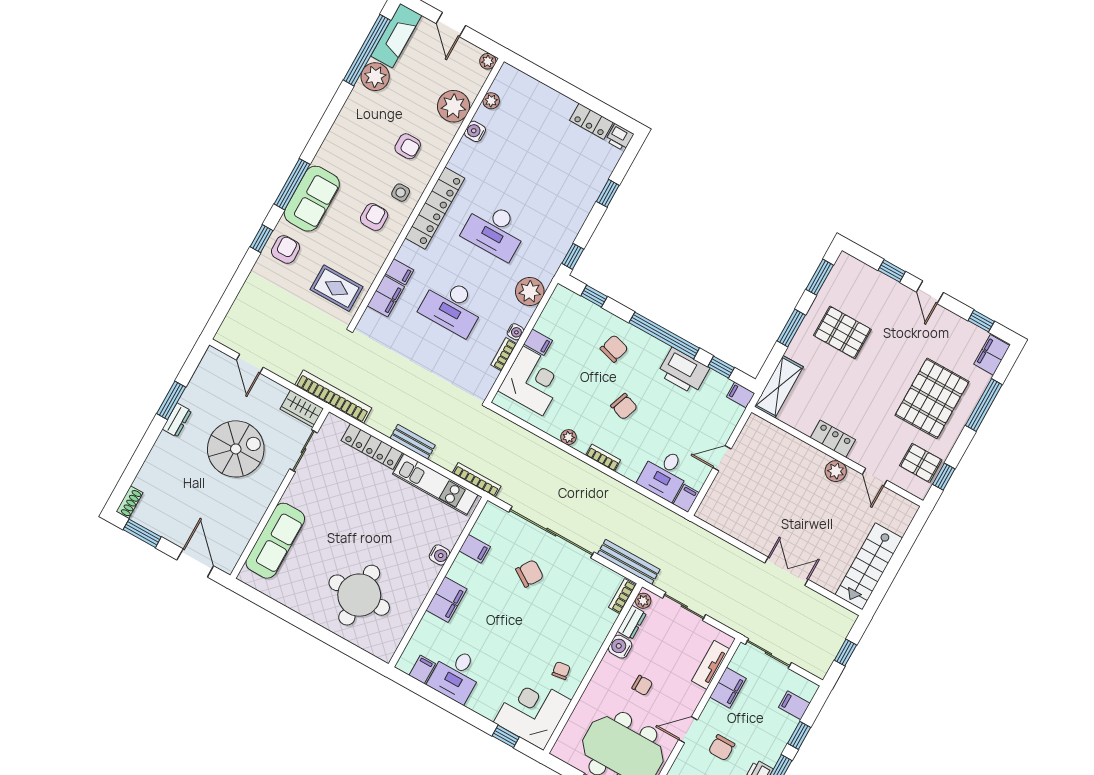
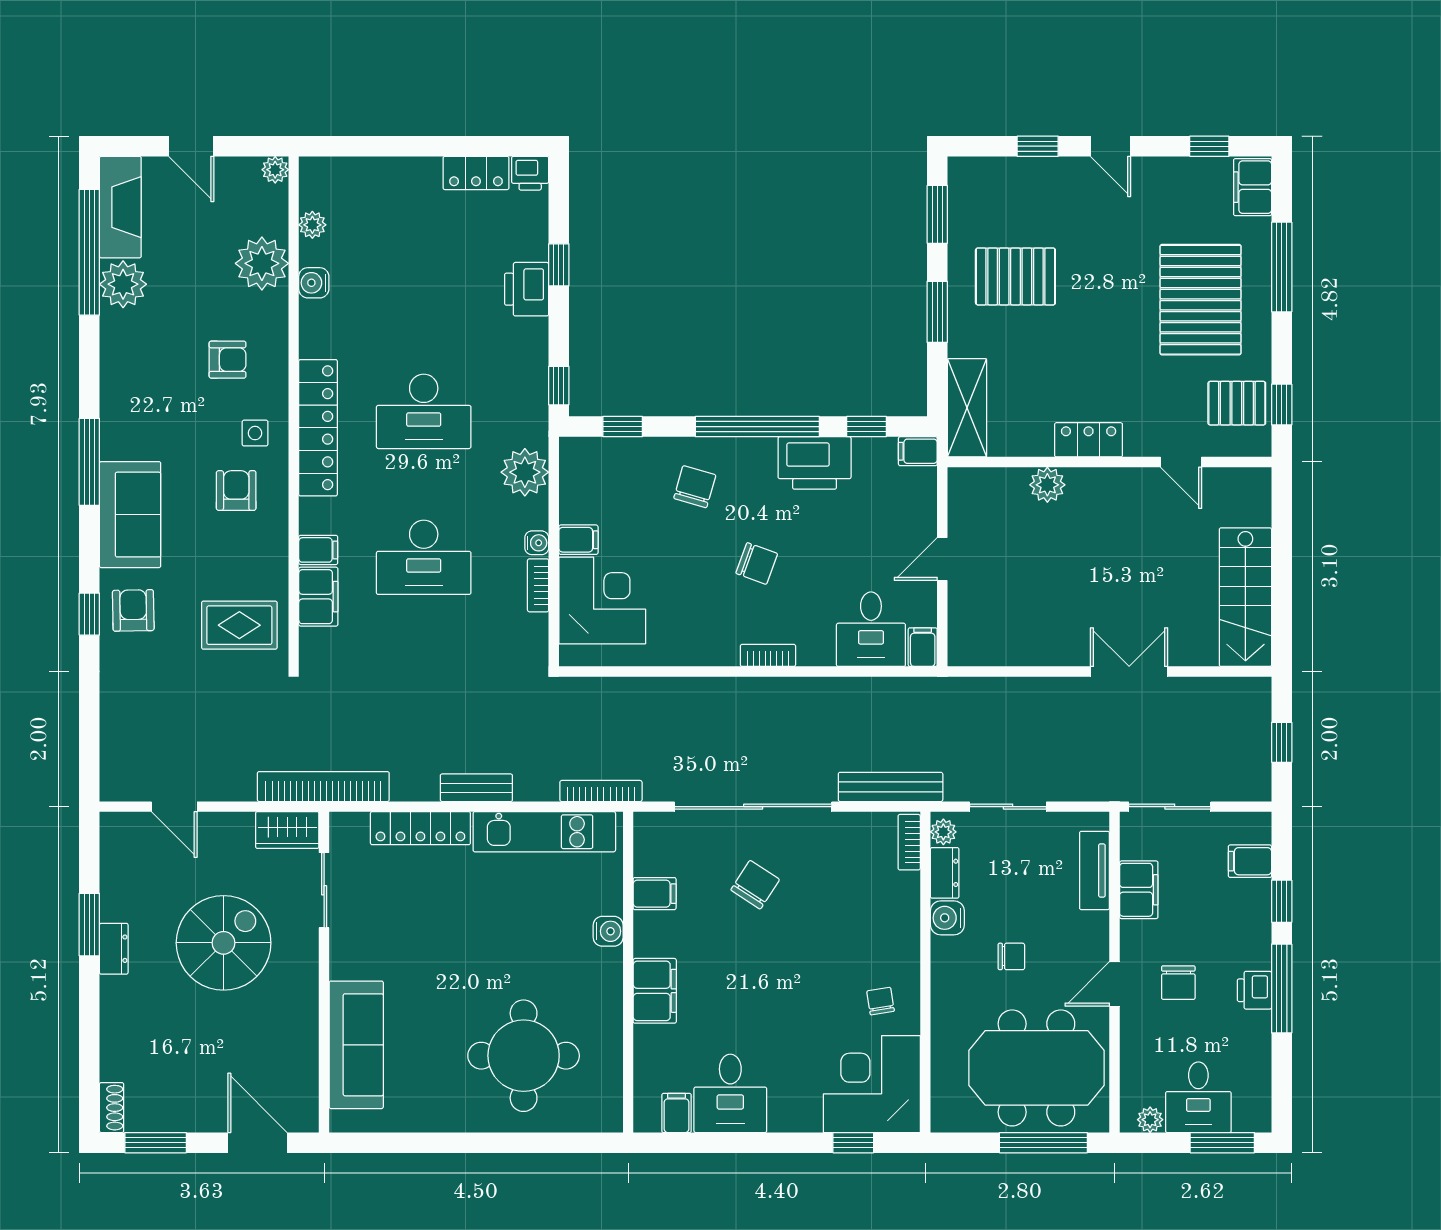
window: (292, 184) -> (89, 462), moved
printer: (584, 197) -> (527, 289), added
plant: (568, 437) -> (701, 654), removed
plant: (836, 471) -> (1047, 485), moved

